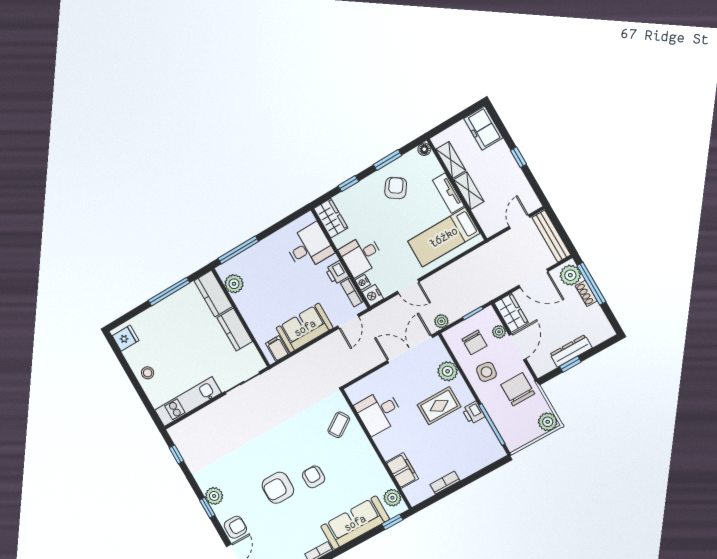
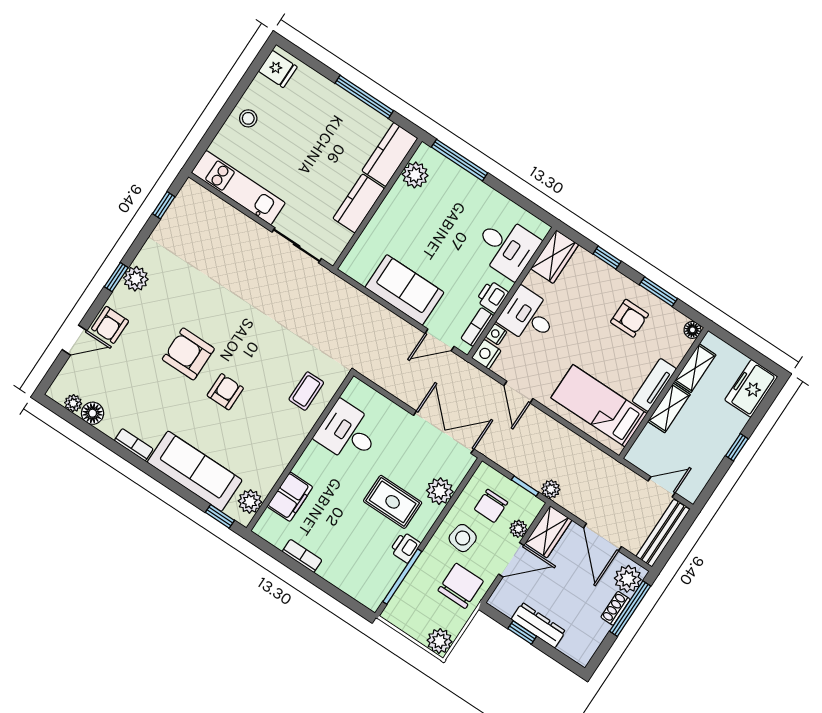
armchair: (396, 188) -> (630, 318), turned 55
plant: (441, 321) -> (551, 489), moved
filing cabinet: (277, 349) -> (362, 268), removed
coffee table: (339, 425) -> (306, 391), turned -57
armchair: (235, 527) -> (110, 325), turned 90

